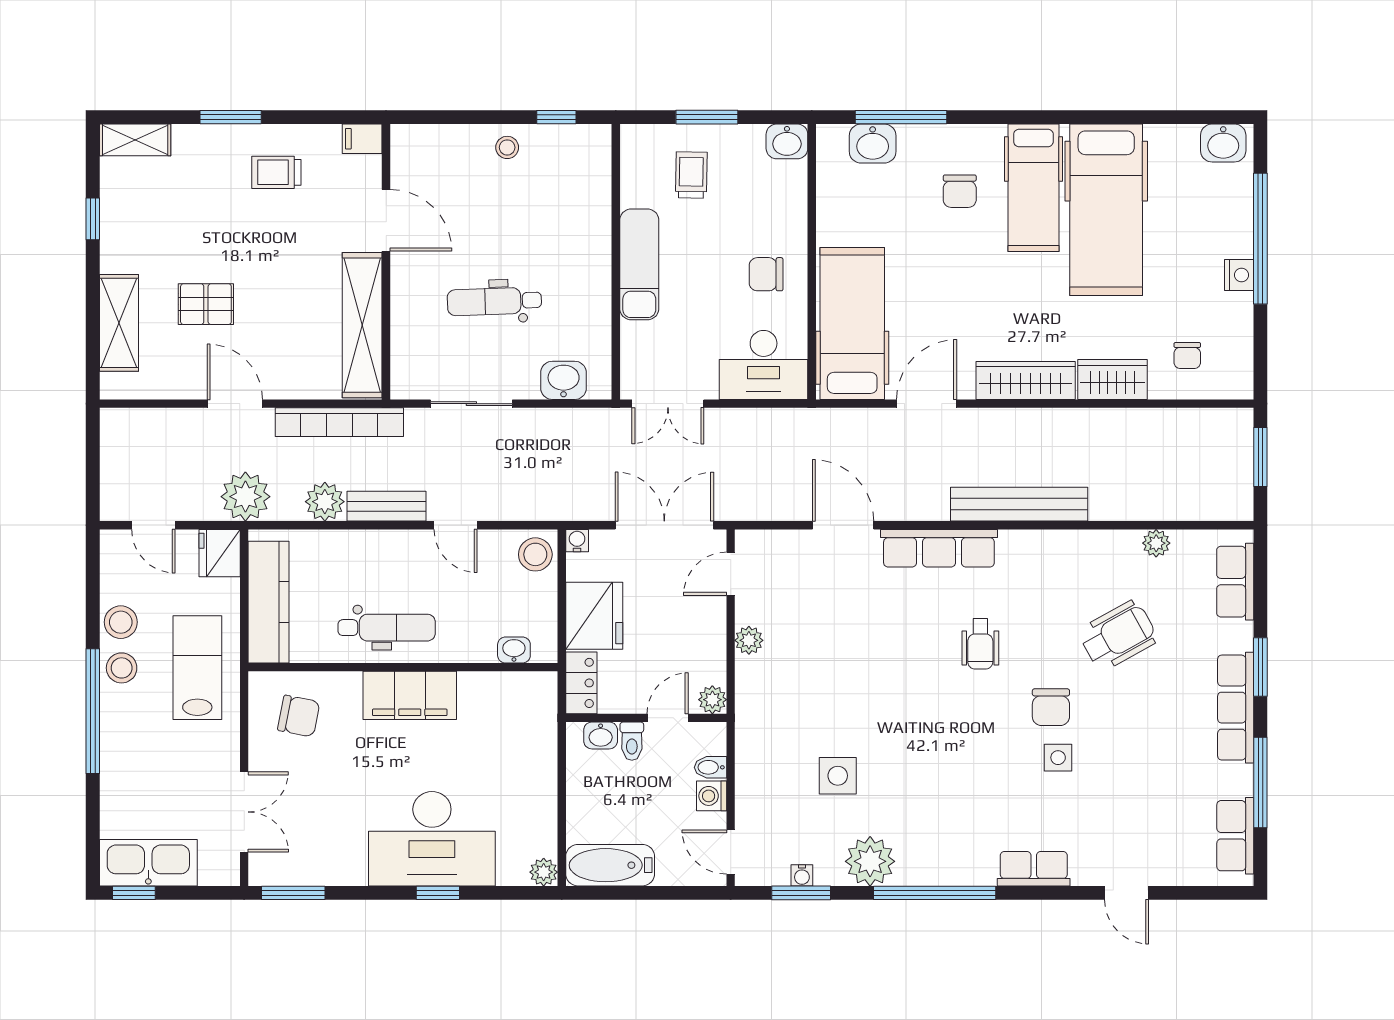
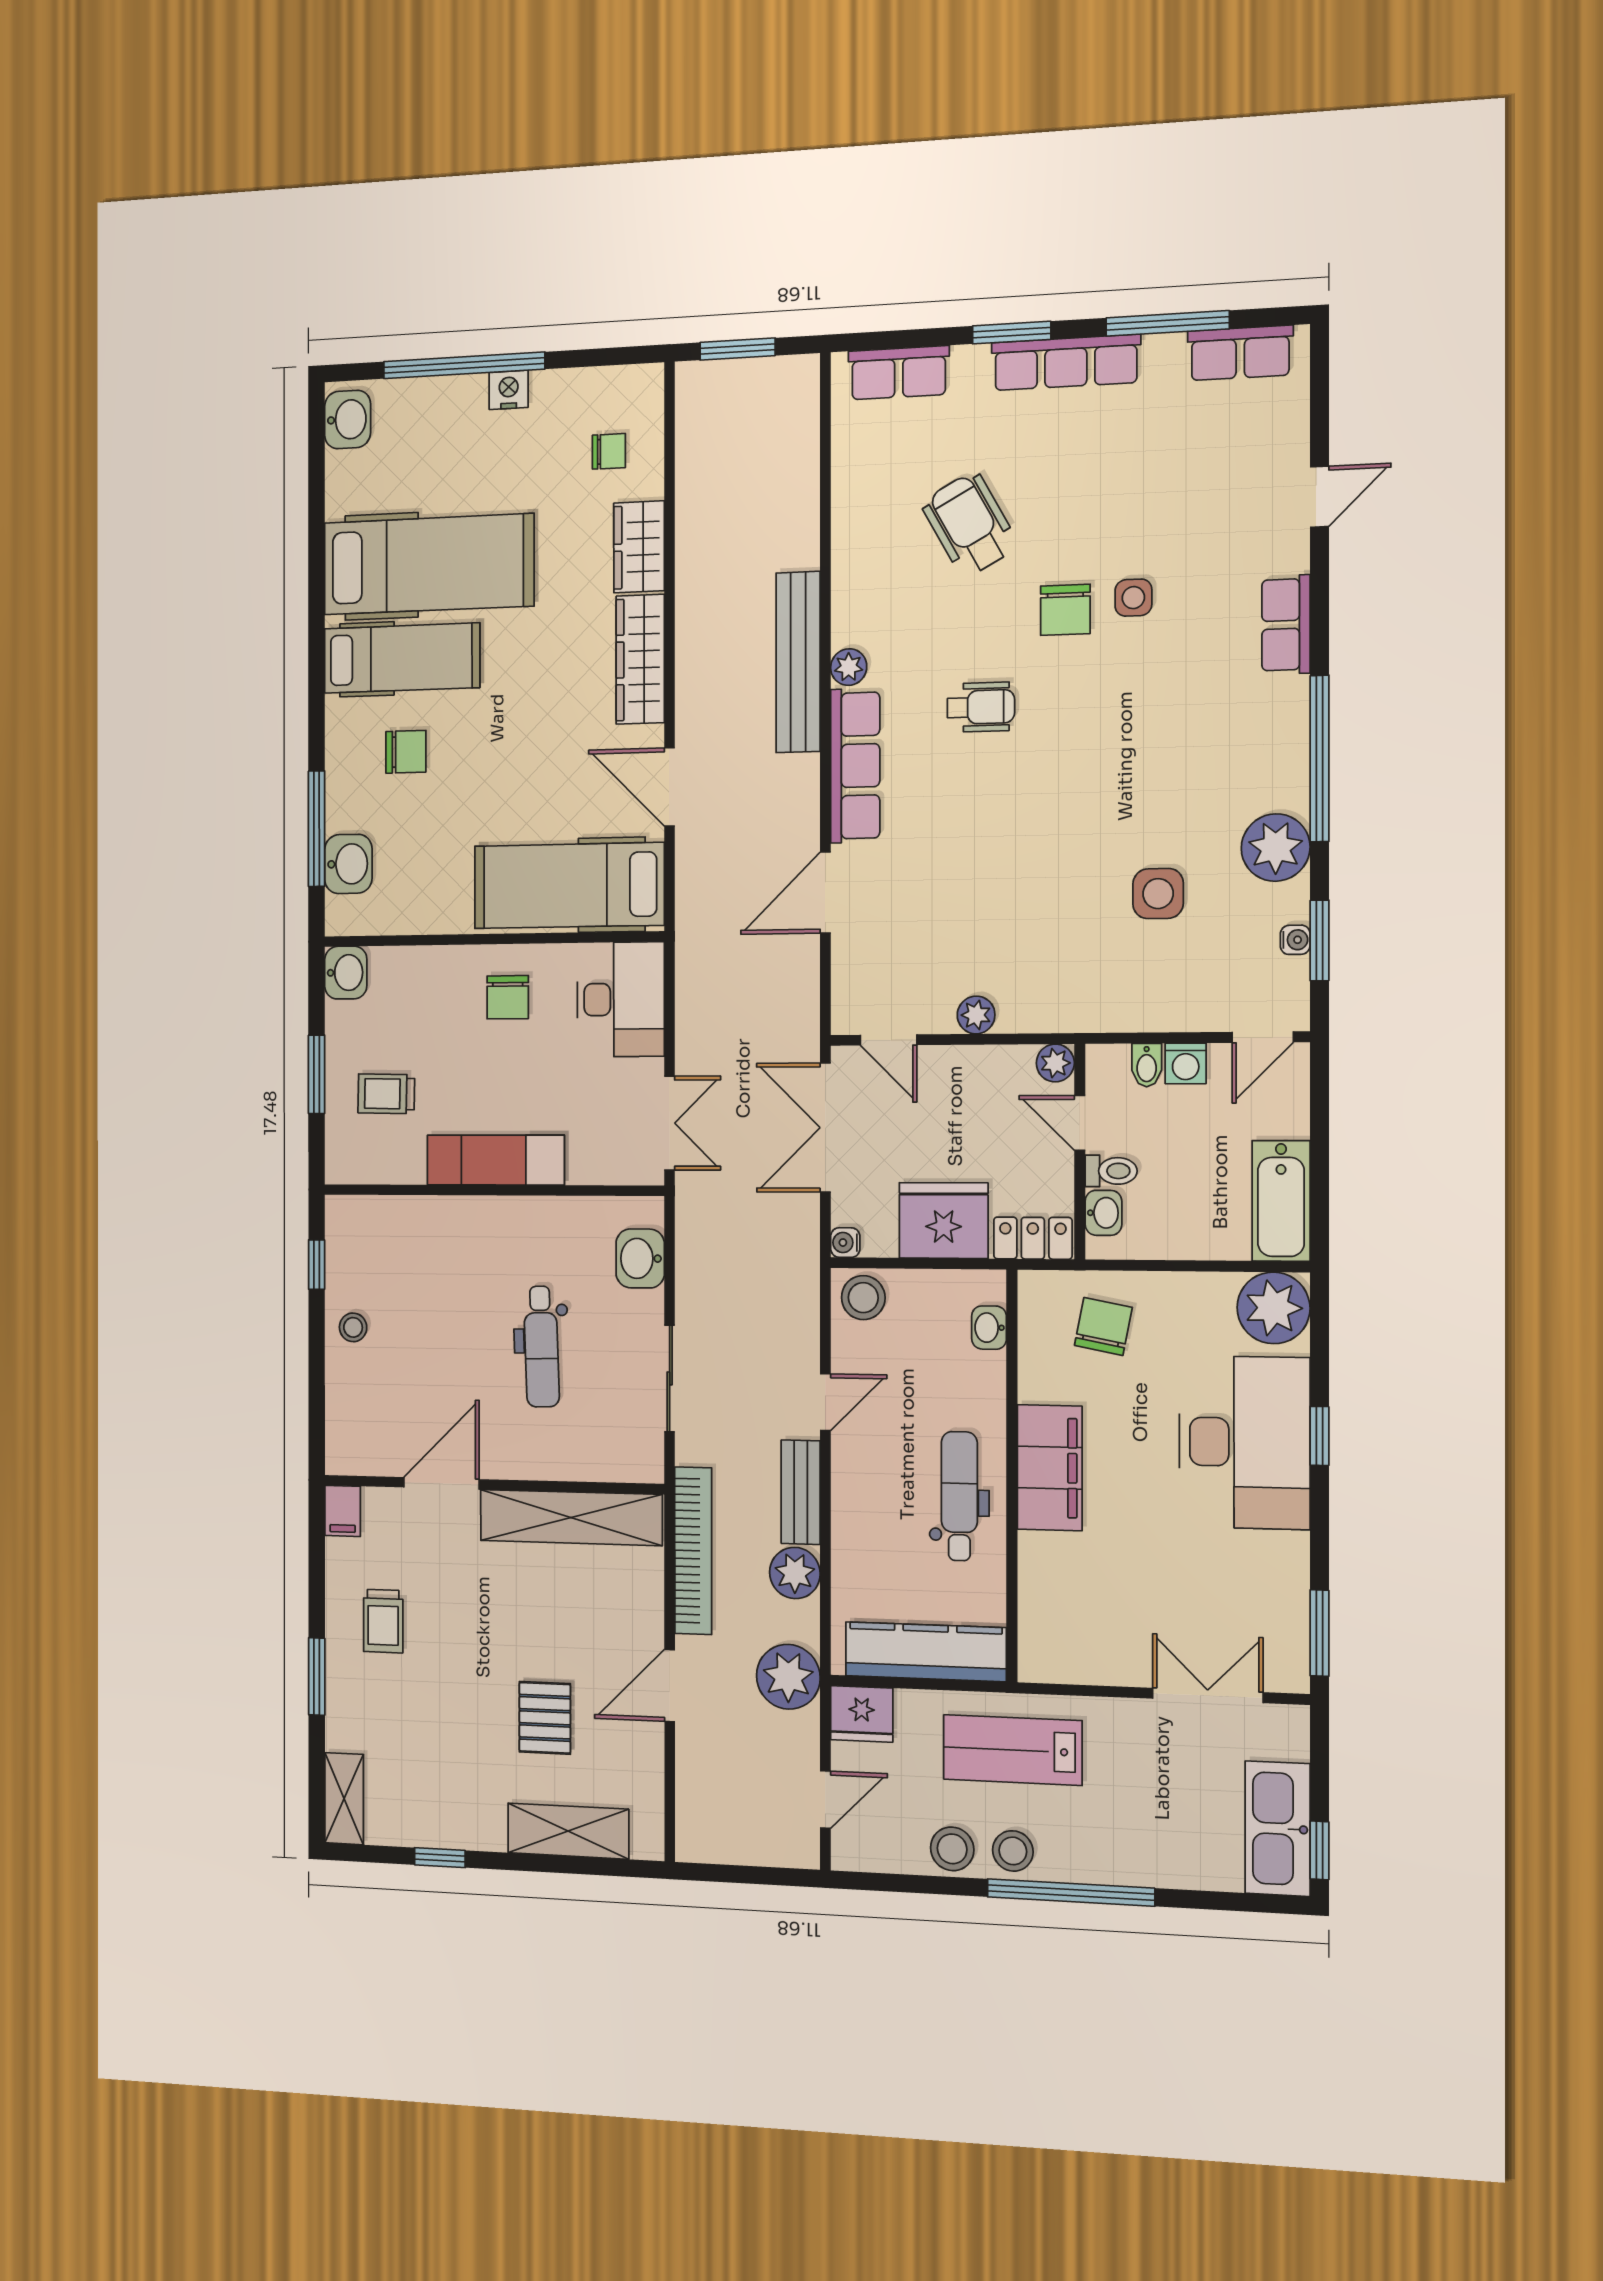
plant: (1156, 543) -> (849, 667), moved
chair: (1051, 707) -> (1065, 610), turned 90
chair: (299, 716) -> (1103, 1326), moved
plant: (544, 872) -> (1273, 1308), width x1.87, depth x1.87

